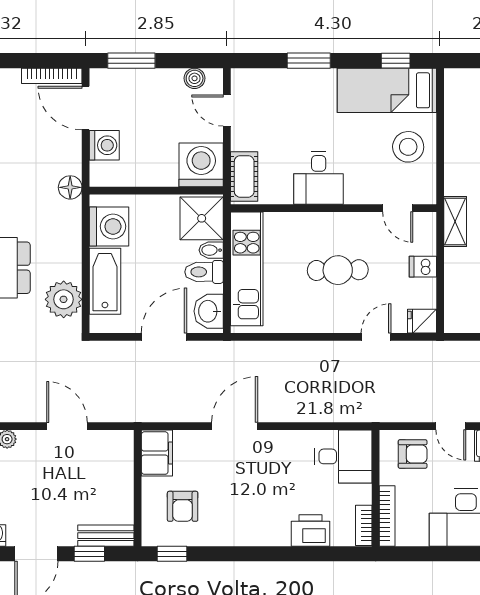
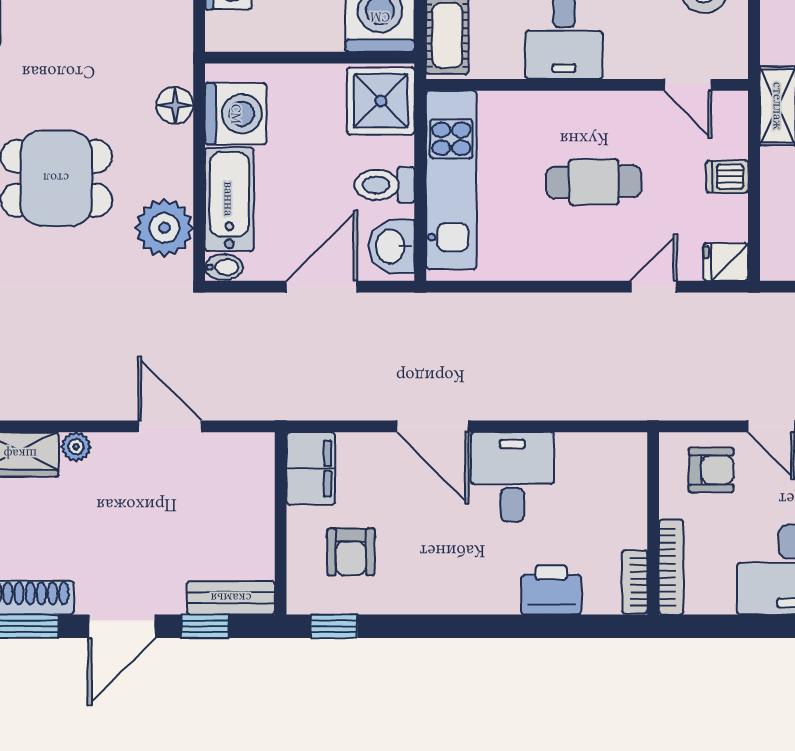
floor lamp: (70, 187) -> (175, 105), moved
bidet: (211, 250) -> (224, 267), moved, turned 180
door: (235, 426) -> (432, 426), swing flipped
desk: (343, 456) -> (512, 477), moved, turned -90

